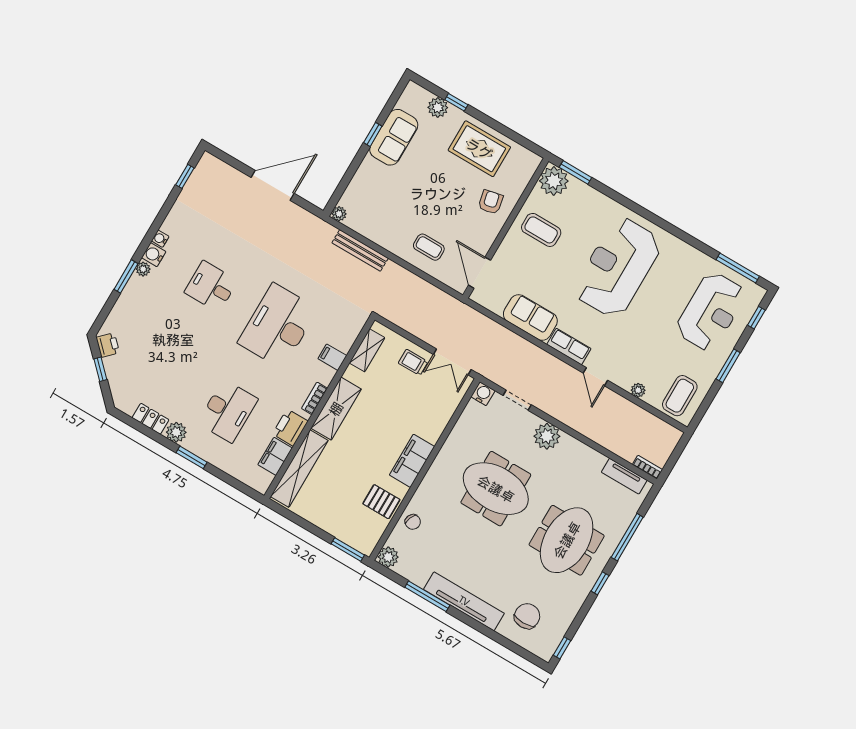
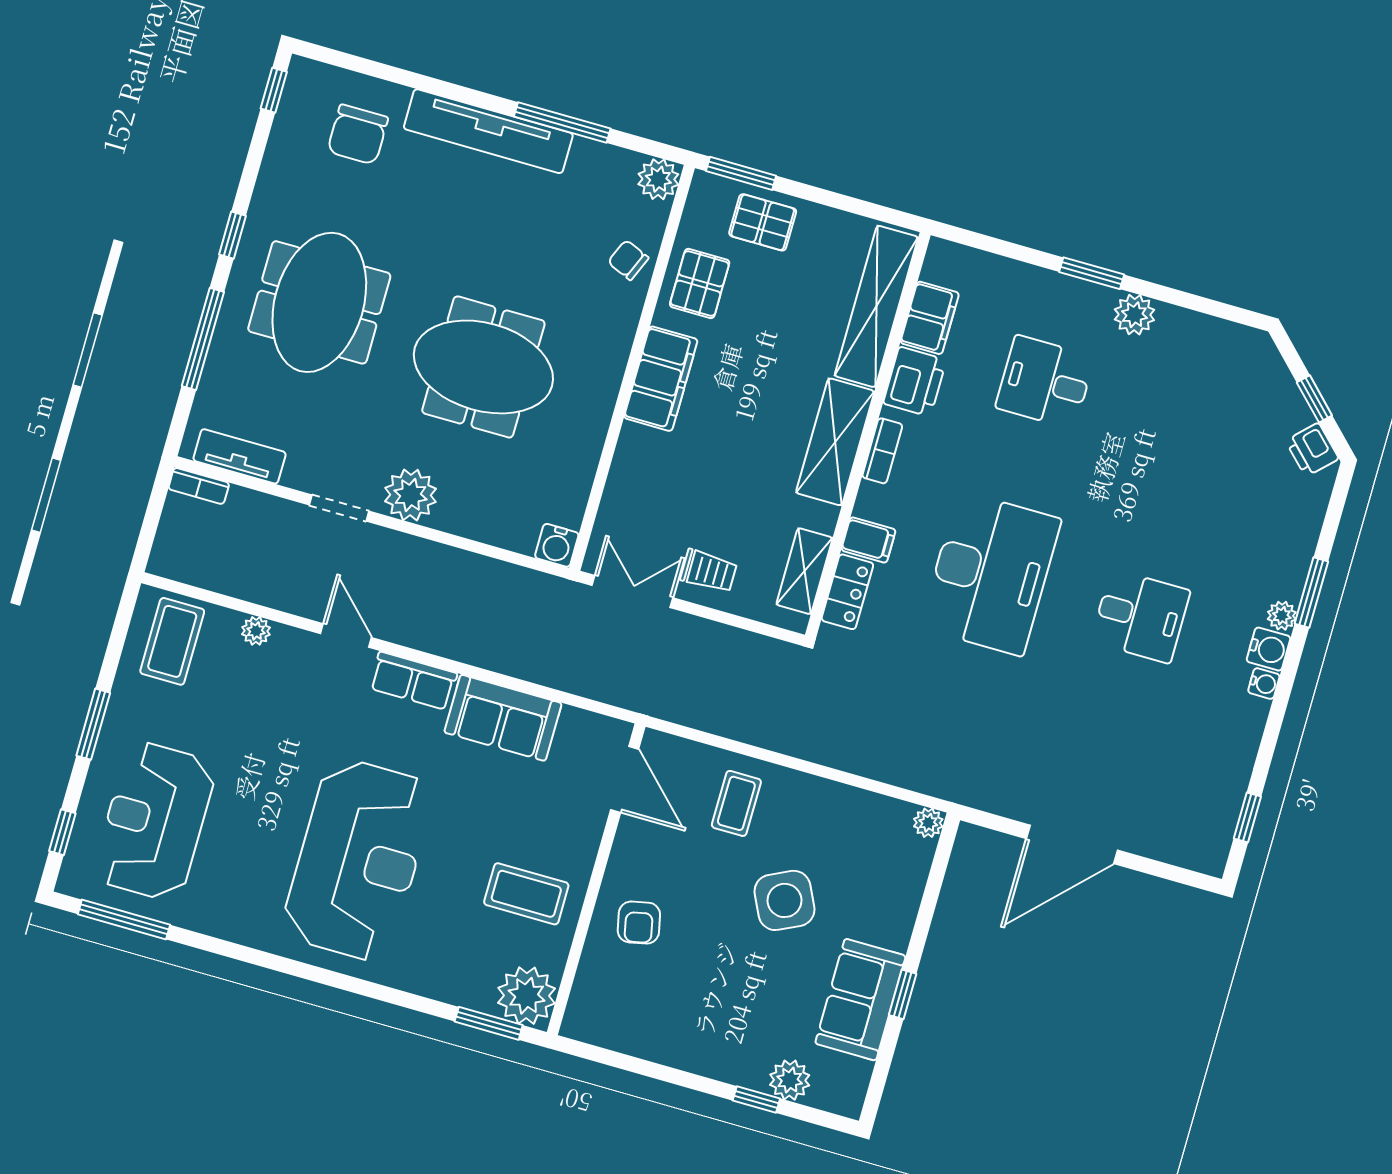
rug: (479, 149) -> (688, 1021), removed
side table: (418, 194) -> (785, 900), added
coffee table: (429, 247) -> (736, 803), turned 90
bench: (360, 250) -> (869, 762), removed
doorway: (517, 400) -> (339, 508), moved
desk: (228, 411) -> (1045, 382), width x0.73
locker: (151, 419) -> (847, 592), moved, turned -90
pallet: (381, 502) -> (700, 284), turned 90
pallet: (343, 523) -> (763, 222), added

